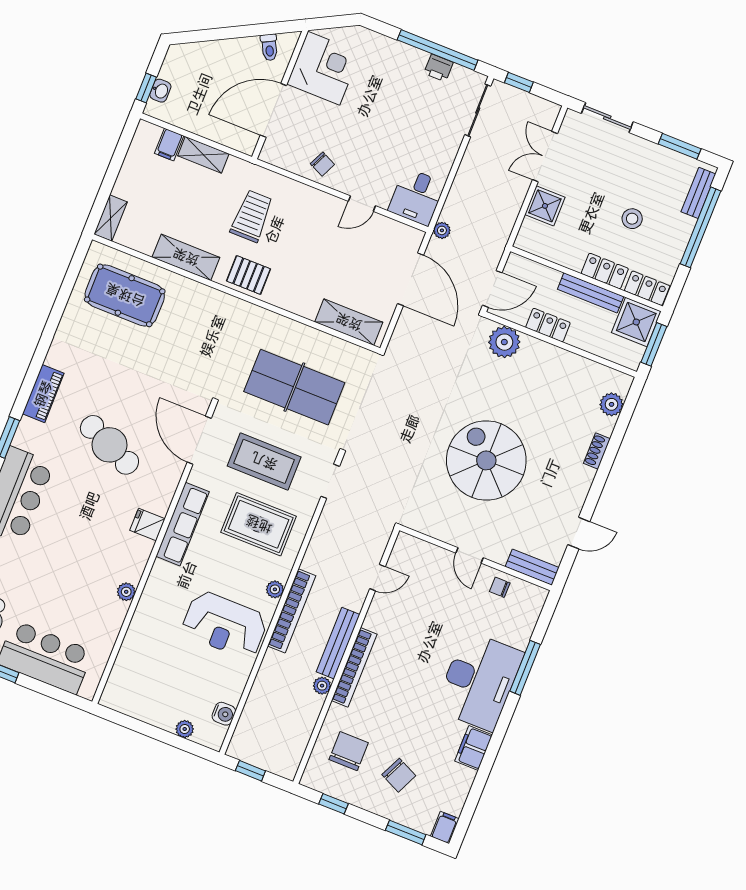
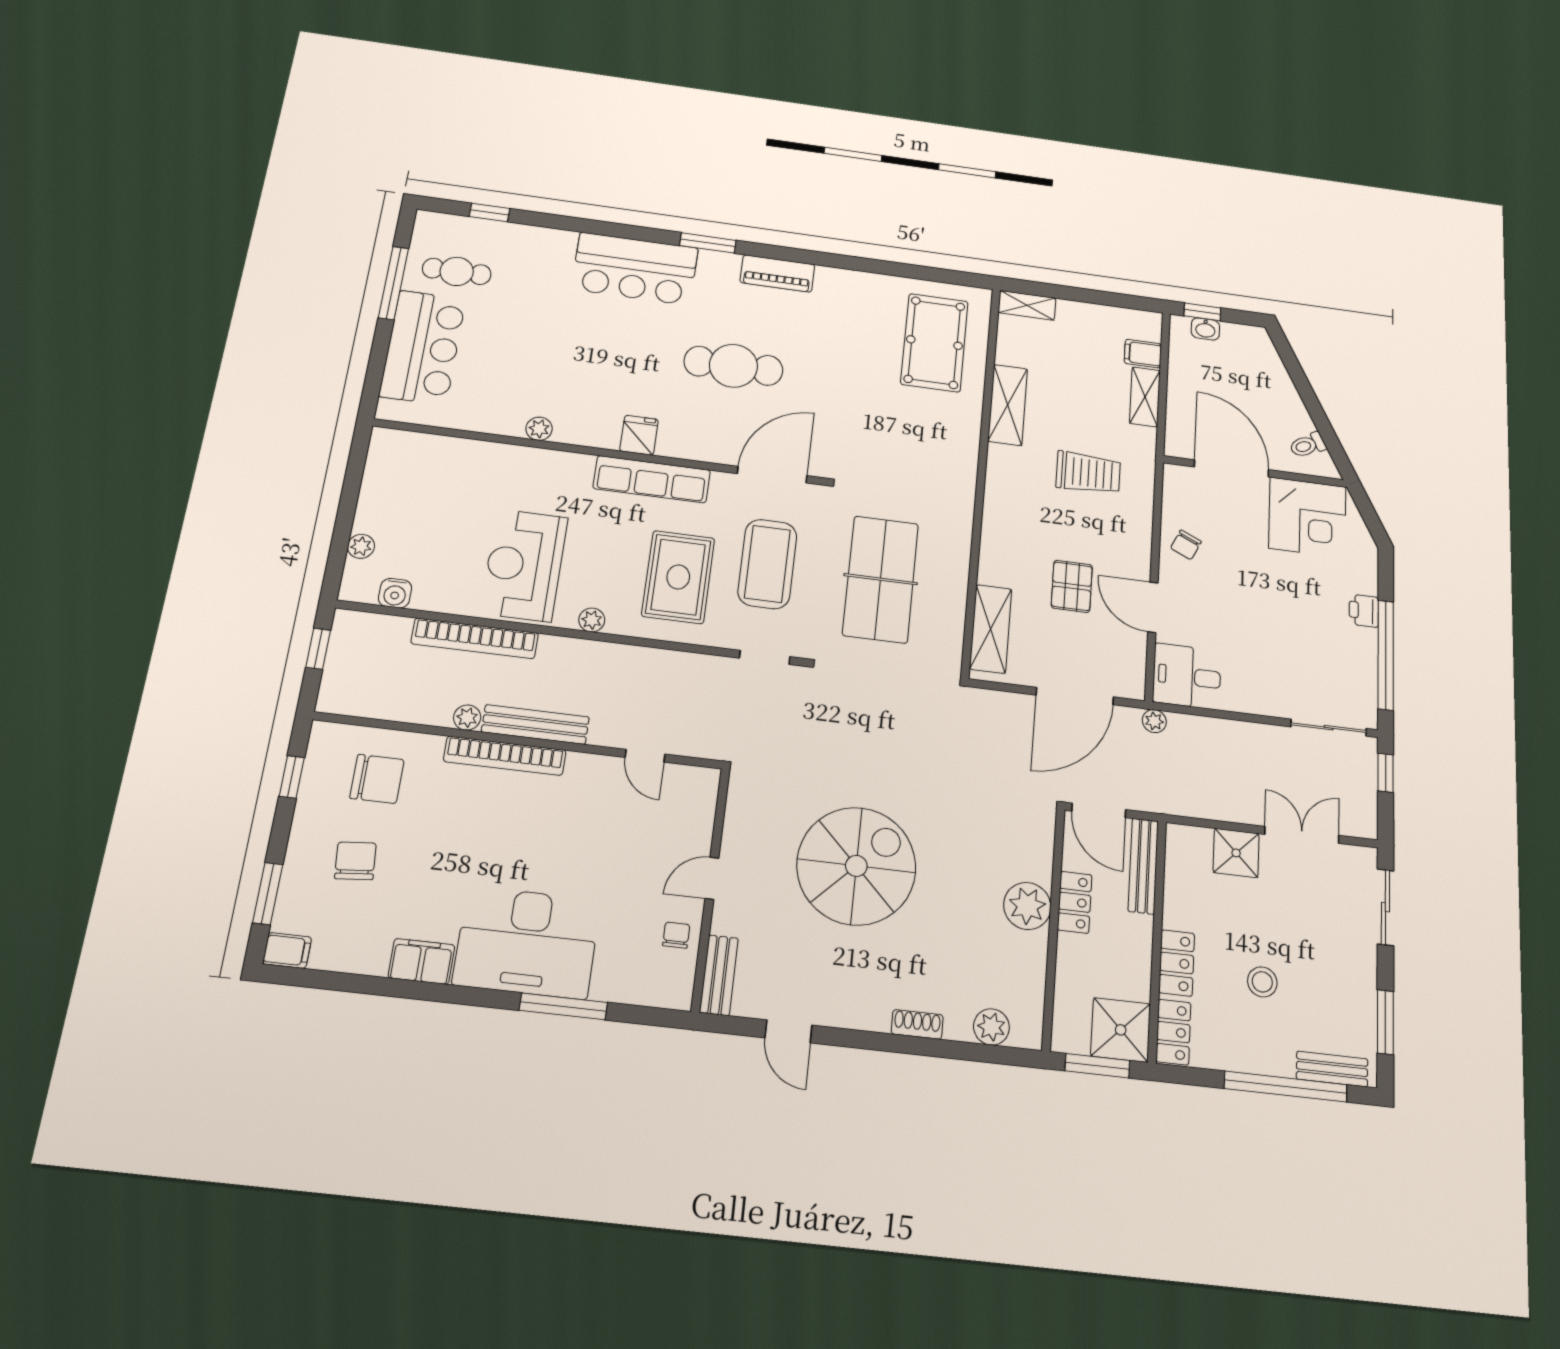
printer: (439, 68) -> (1364, 611), moved
door: (362, 204) -> (1153, 607), width x1.38
pallet: (249, 275) -> (1072, 586), moved
bench: (591, 293) -> (1143, 866), moved
plant: (504, 342) -> (1027, 906), moved
cafe table: (109, 445) -> (733, 366), turned 66
bookcase: (292, 611) -> (475, 638), moved
chair: (399, 775) -> (355, 861), turned 150

